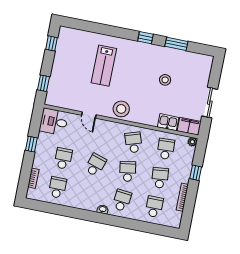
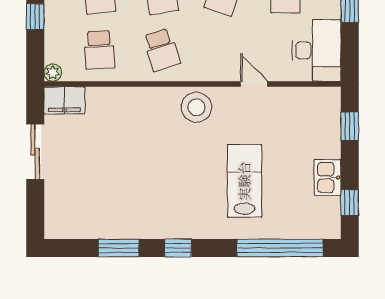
window: (92, 27) -> (280, 248), added
stool: (165, 80) -> (126, 177), removed
desk: (54, 122) -> (316, 50), width x1.37
kitchen sink: (168, 122) -> (328, 178), moved, turned 90

